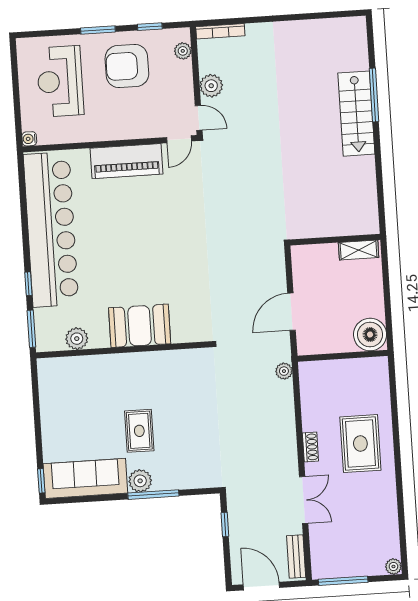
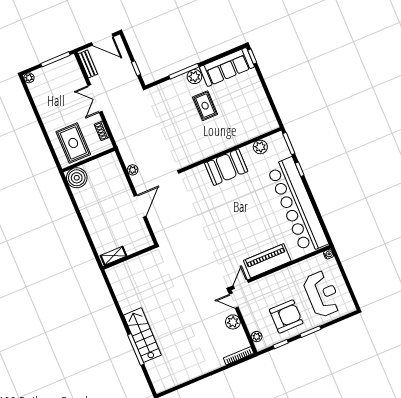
boiler: (370, 335) -> (77, 178), moved
wall: (343, 356) -> (88, 160), moved

